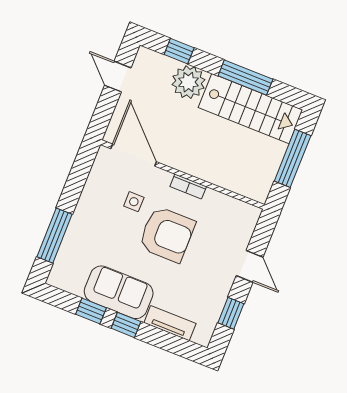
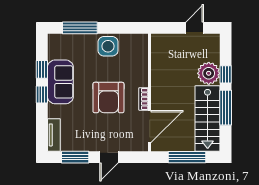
window: (179, 51) -> (226, 74), moved
door: (134, 155) -> (150, 127), moved
side table: (134, 202) -> (108, 46), moved, width x1.87, depth x1.87
window: (231, 313) -> (75, 157), width x1.50
tv unit: (170, 323) -> (54, 135), moved

